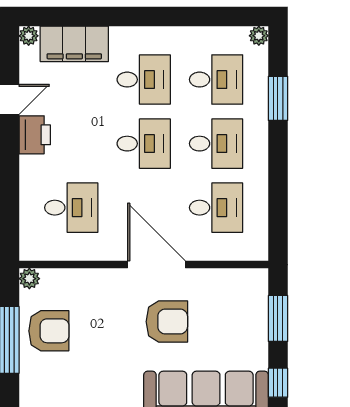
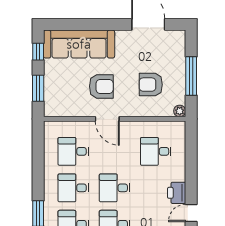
door: (156, 265) -> (107, 119), width x0.73
armchair: (167, 322) -> (101, 86), turned 180
armchair: (49, 331) -> (151, 85), moved

